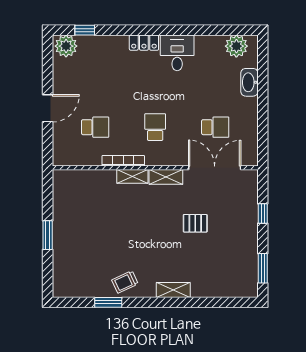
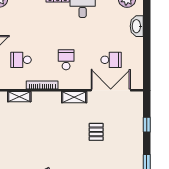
school desk: (95, 127) -> (21, 60), turned 180
shelving: (132, 176) -> (19, 97), moved
pallet: (195, 223) -> (96, 132), turned 90

